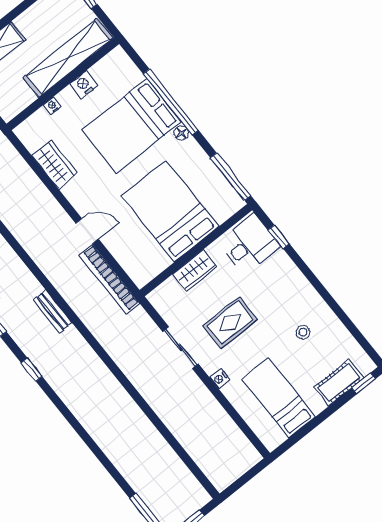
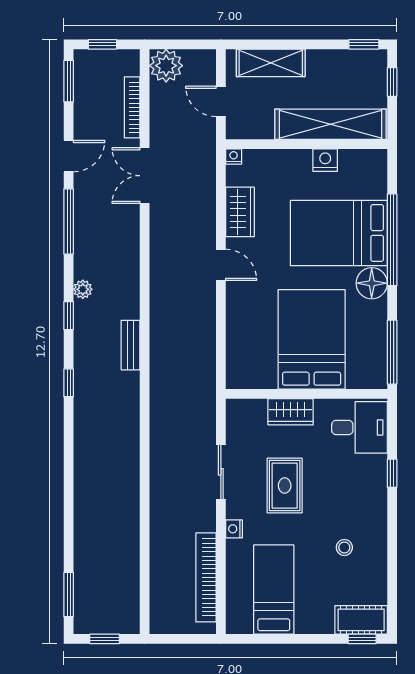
nightstand: (52, 106) -> (234, 156), moved
floor lamp: (181, 133) -> (372, 283), width x1.89, depth x1.89
door: (87, 231) -> (221, 265), moved
window: (279, 237) -> (392, 473), moved
bookcase: (109, 279) -> (206, 577), moved
rug: (230, 323) -> (285, 486), turned 90
cot: (339, 382) -> (361, 620), moved

